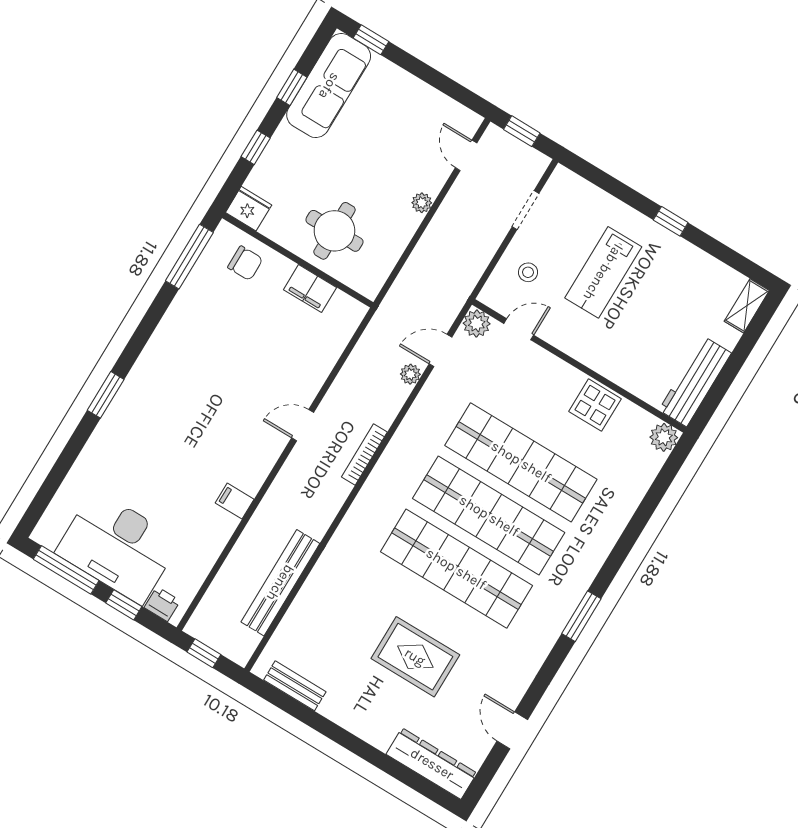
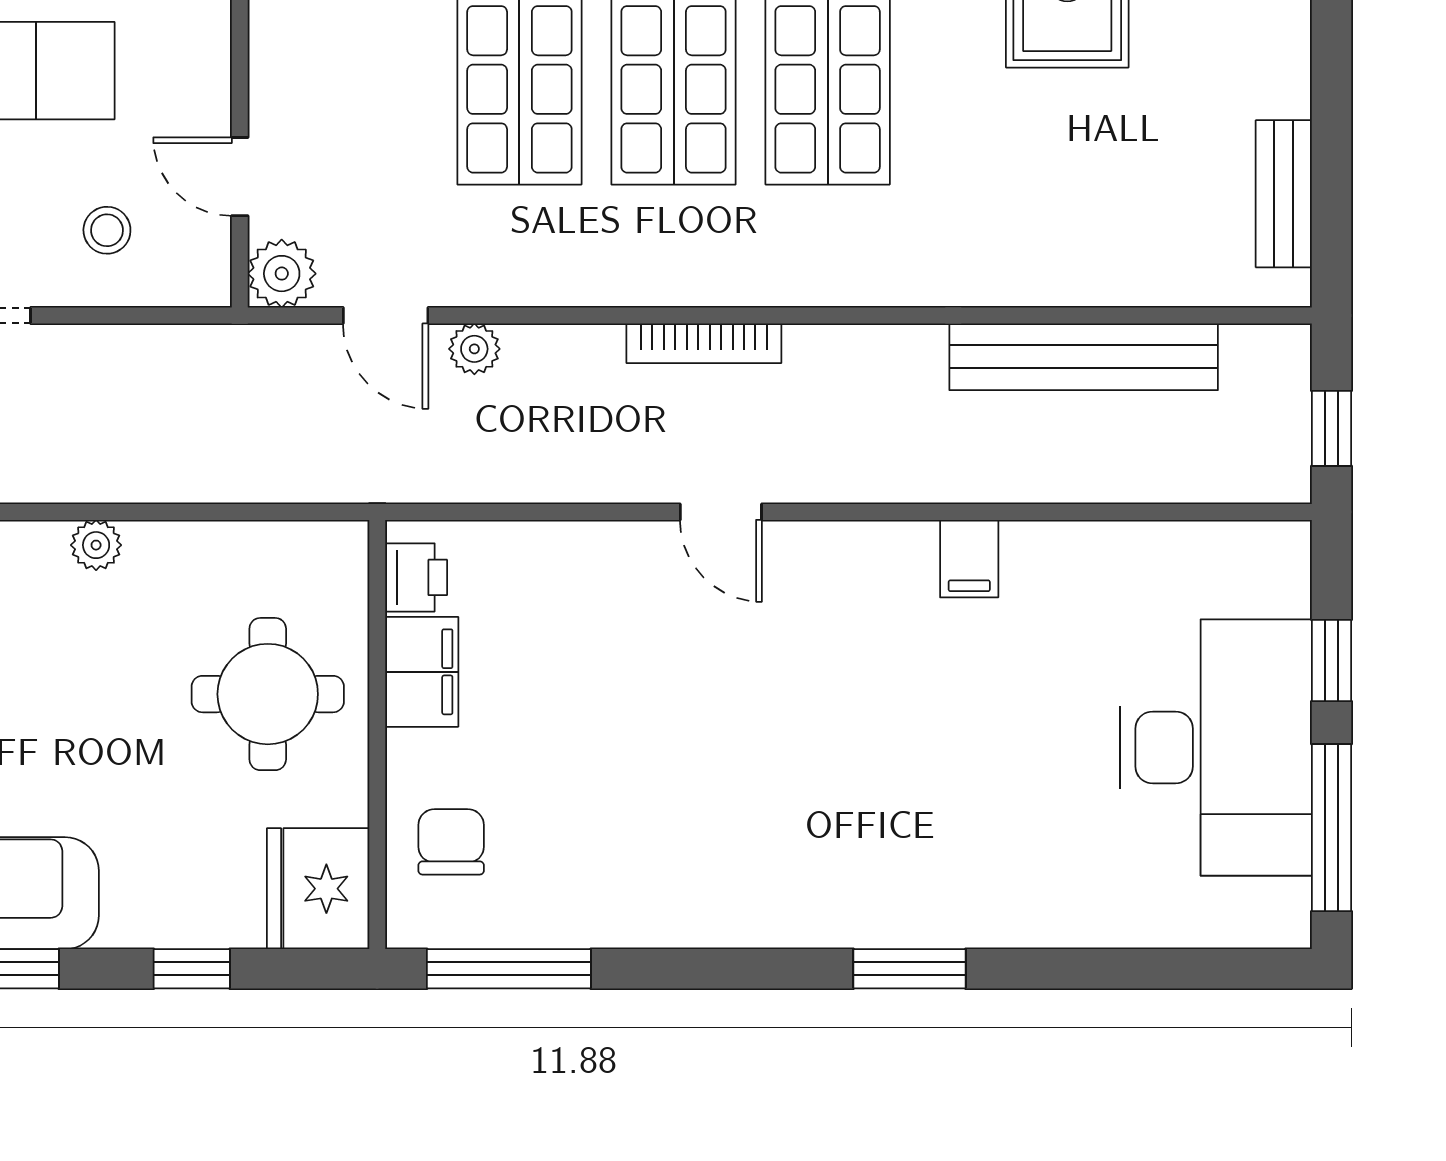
fridge: (249, 209) -> (318, 889), width x1.36, depth x1.34
printer: (162, 604) -> (416, 577), moved, turned 180

